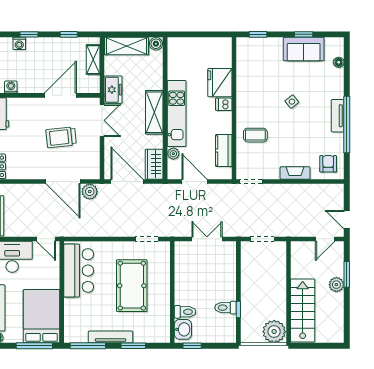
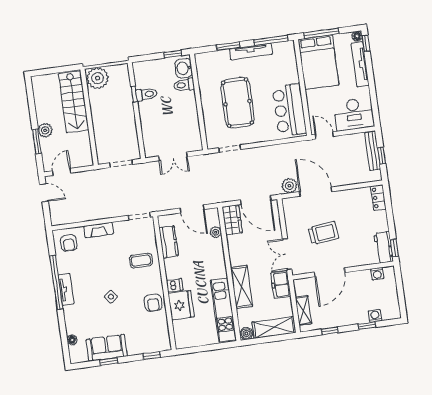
armchair: (249, 89) -> (153, 303), added
shelving: (154, 112) -> (242, 287), moved
kitchen unit: (177, 113) -> (223, 310), moved

